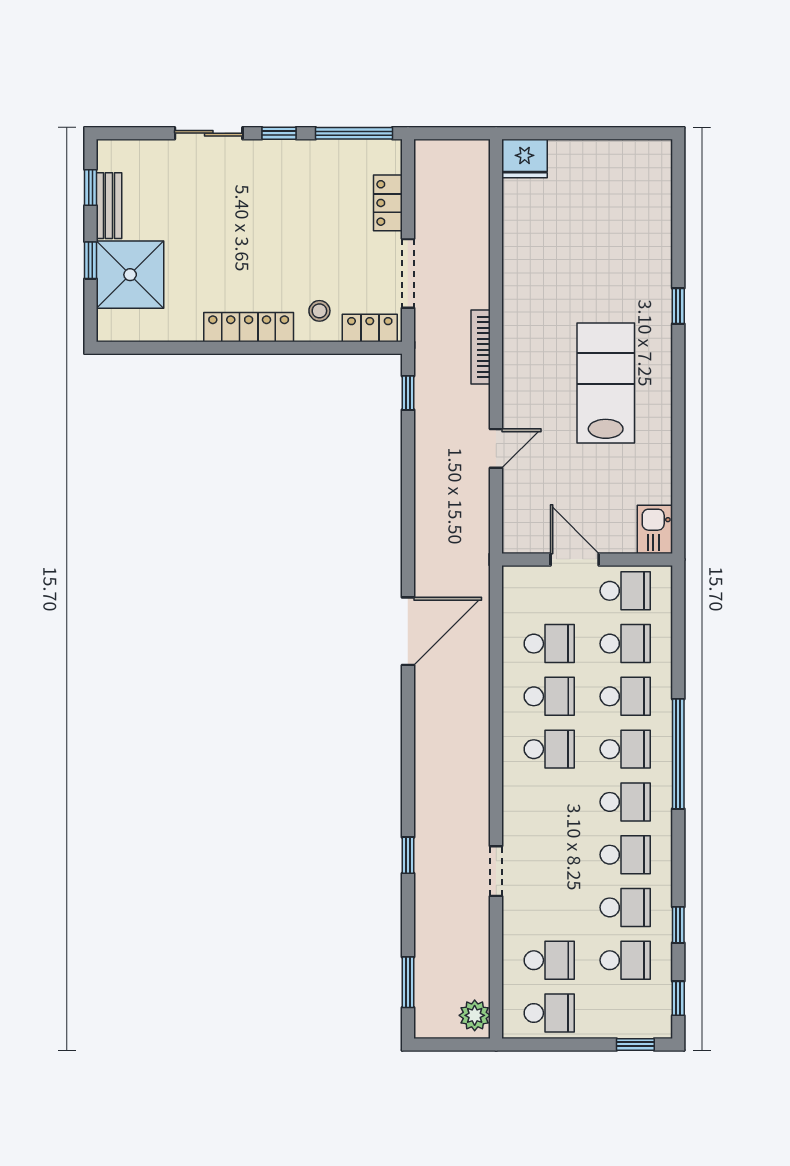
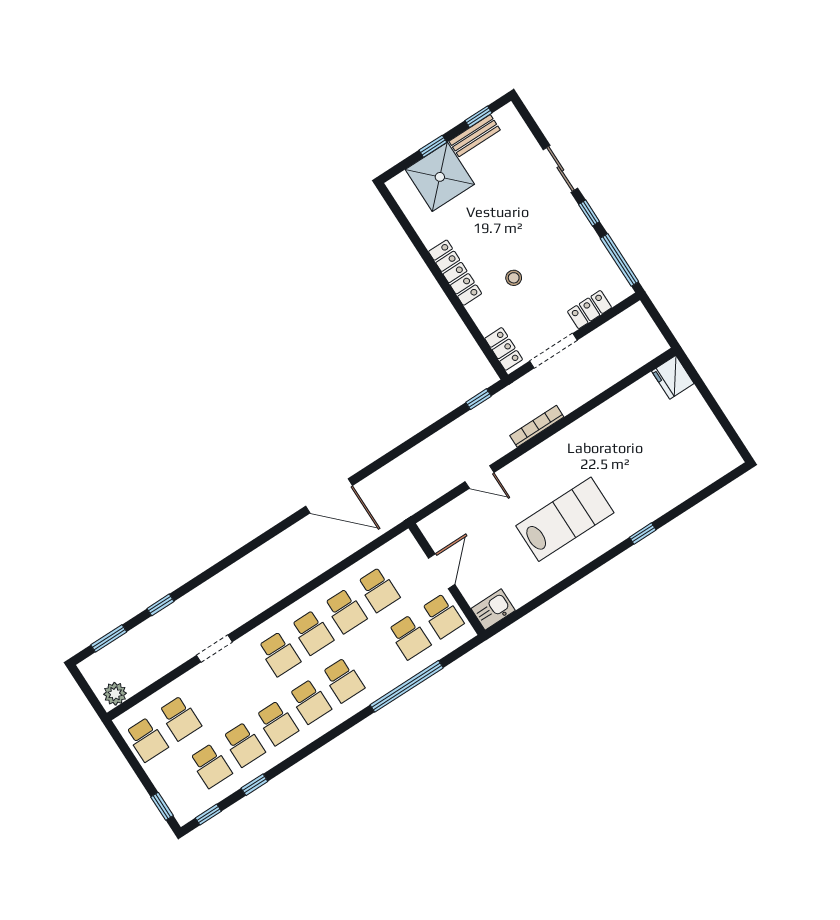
stool: (319, 311) -> (514, 278), moved
school desk: (625, 696) -> (279, 654), moved
window: (678, 754) -> (407, 686), moved
window: (408, 855) -> (160, 605), moved

